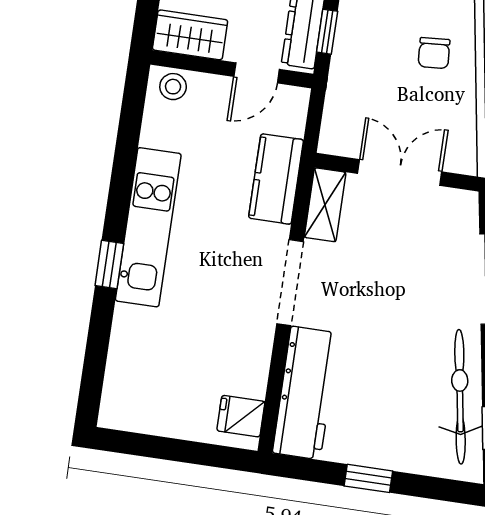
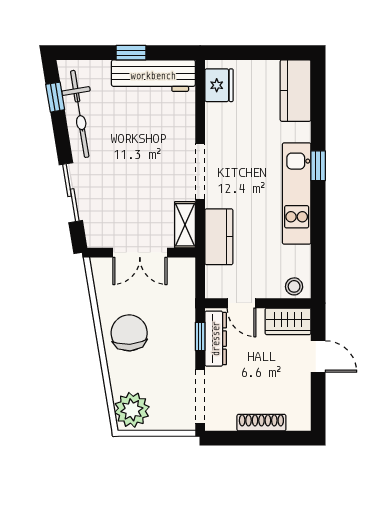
chair: (434, 53) -> (129, 333), width x1.87, depth x1.87
door: (257, 73) -> (242, 303), swing flipped
kitchen counter: (127, 384) -> (296, 91), added
workbench: (306, 393) -> (153, 76), moved, turned -90
fridge: (241, 416) -> (219, 85), width x1.38

